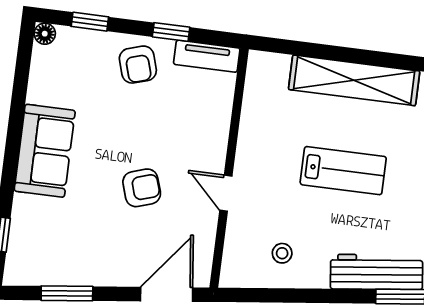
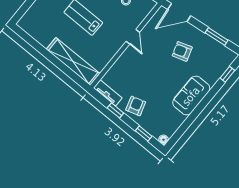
shelving: (354, 80) -> (73, 61), moved
armchair: (142, 188) -> (182, 51), moved

